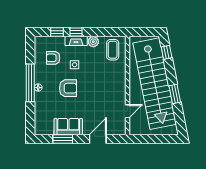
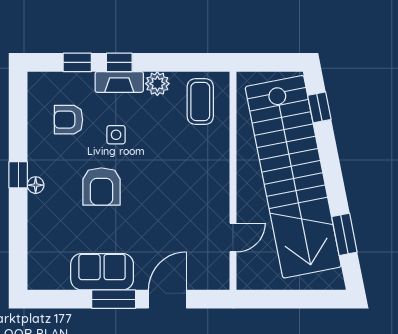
window: (30, 83) -> (18, 175), width x0.32
armchair: (68, 88) -> (101, 187), turned 90
window: (175, 94) -> (344, 234), moved
window: (63, 139) -> (114, 299), moved

